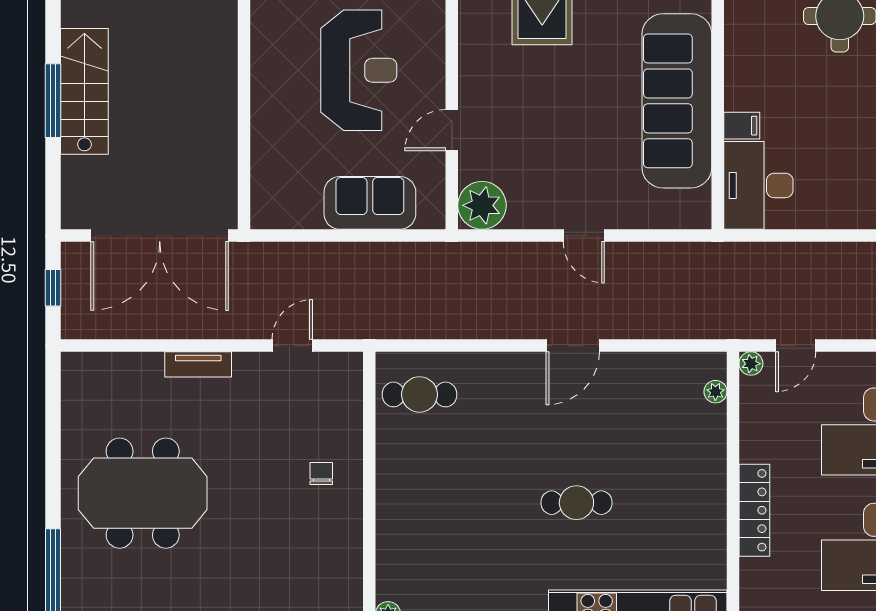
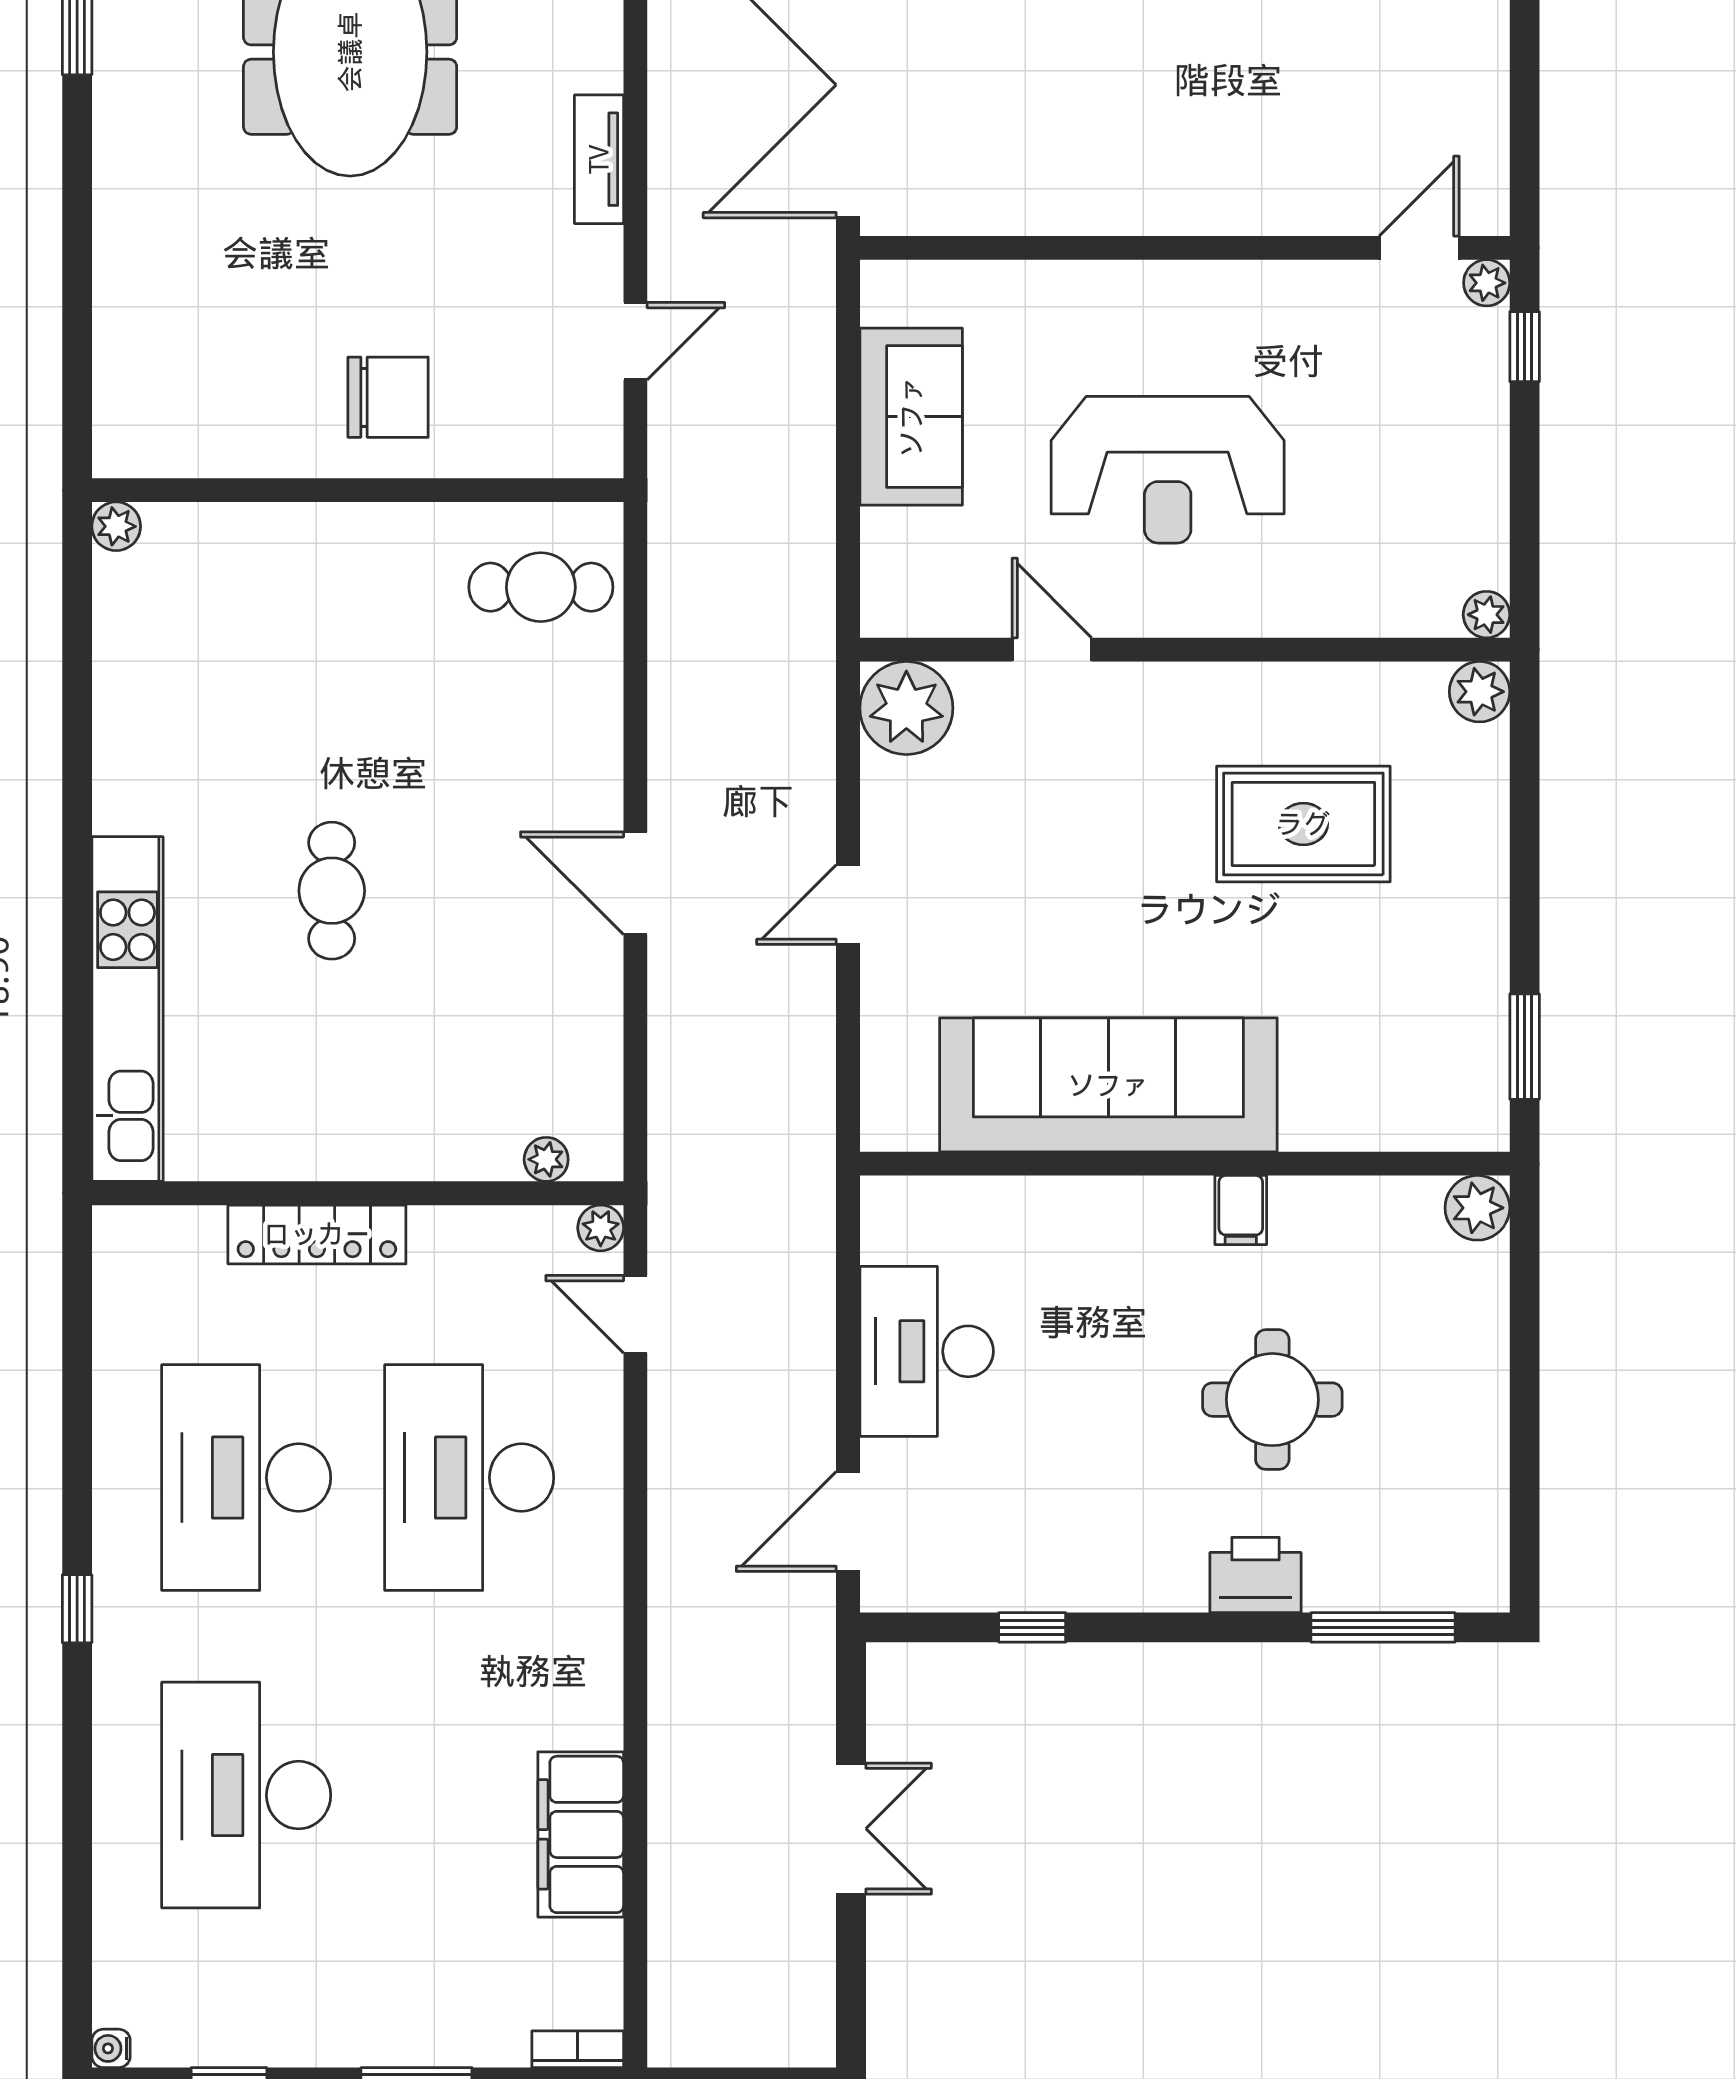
filing cabinet: (742, 126) -> (1241, 1210), moved
desk: (758, 185) -> (927, 1351), moved, turned -90
sofa: (370, 203) -> (911, 417), moved
door: (292, 346) -> (635, 341), hinge flipped
cafe table: (419, 394) -> (541, 587), turned 90
chair: (321, 473) -> (388, 397), width x1.87, depth x1.87

